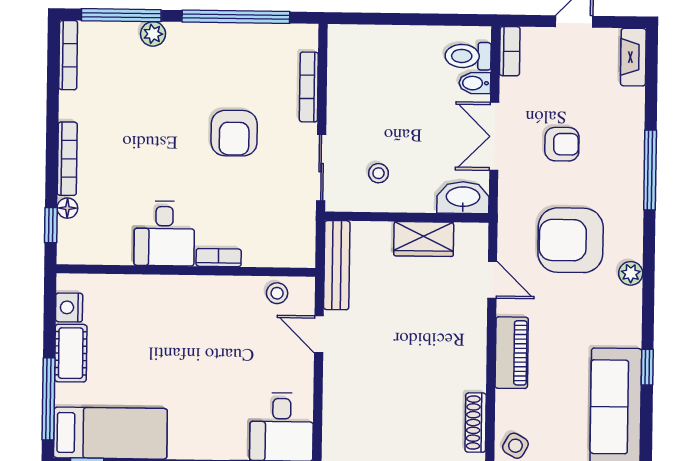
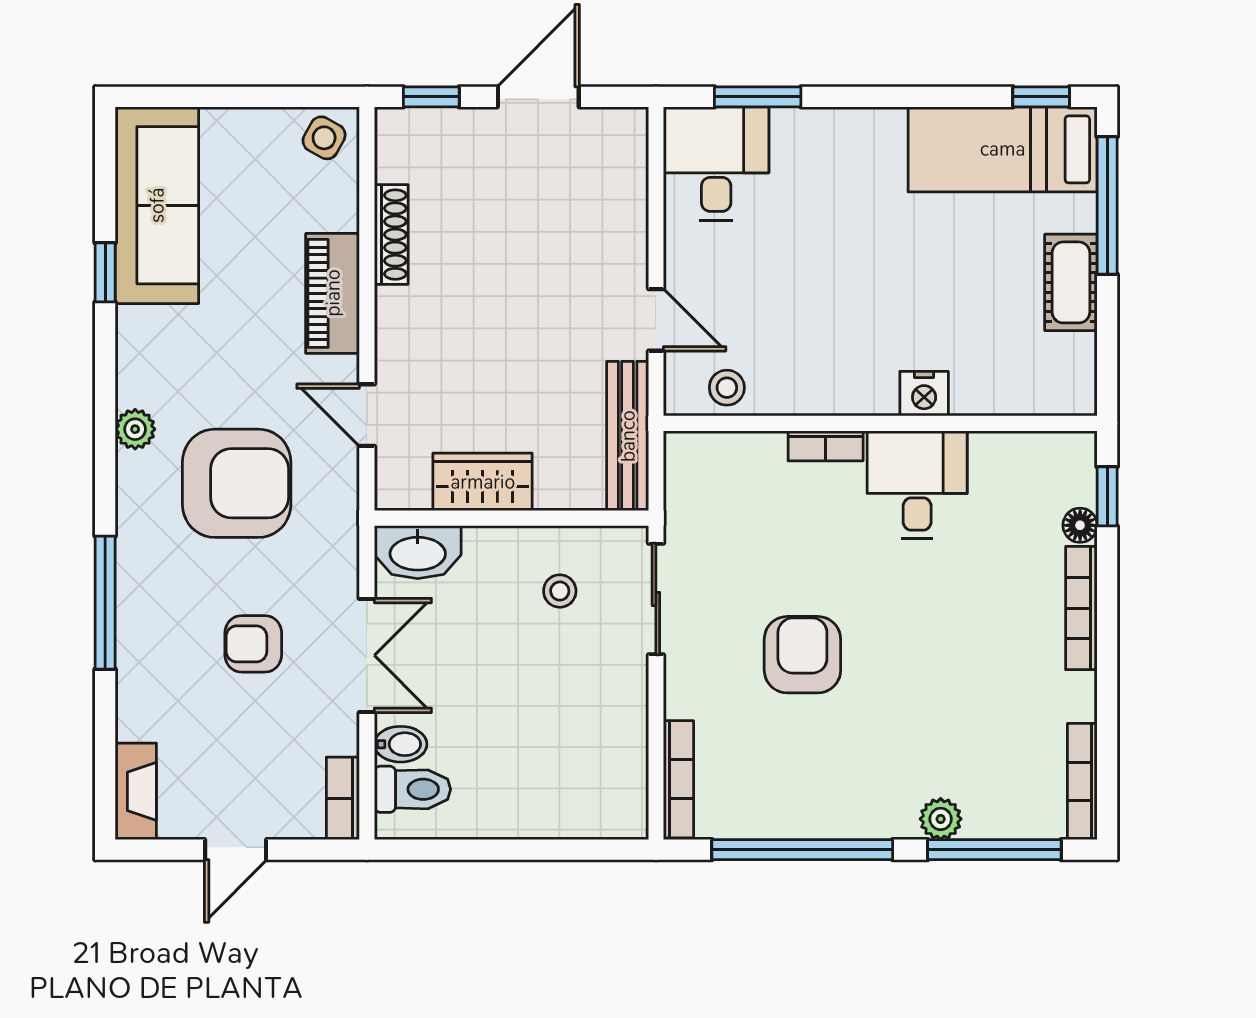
bookcase: (309, 87) -> (678, 779), moved
nightstand: (69, 307) -> (924, 394), moved, turned 90
shoe rack: (476, 423) -> (391, 235), moved

